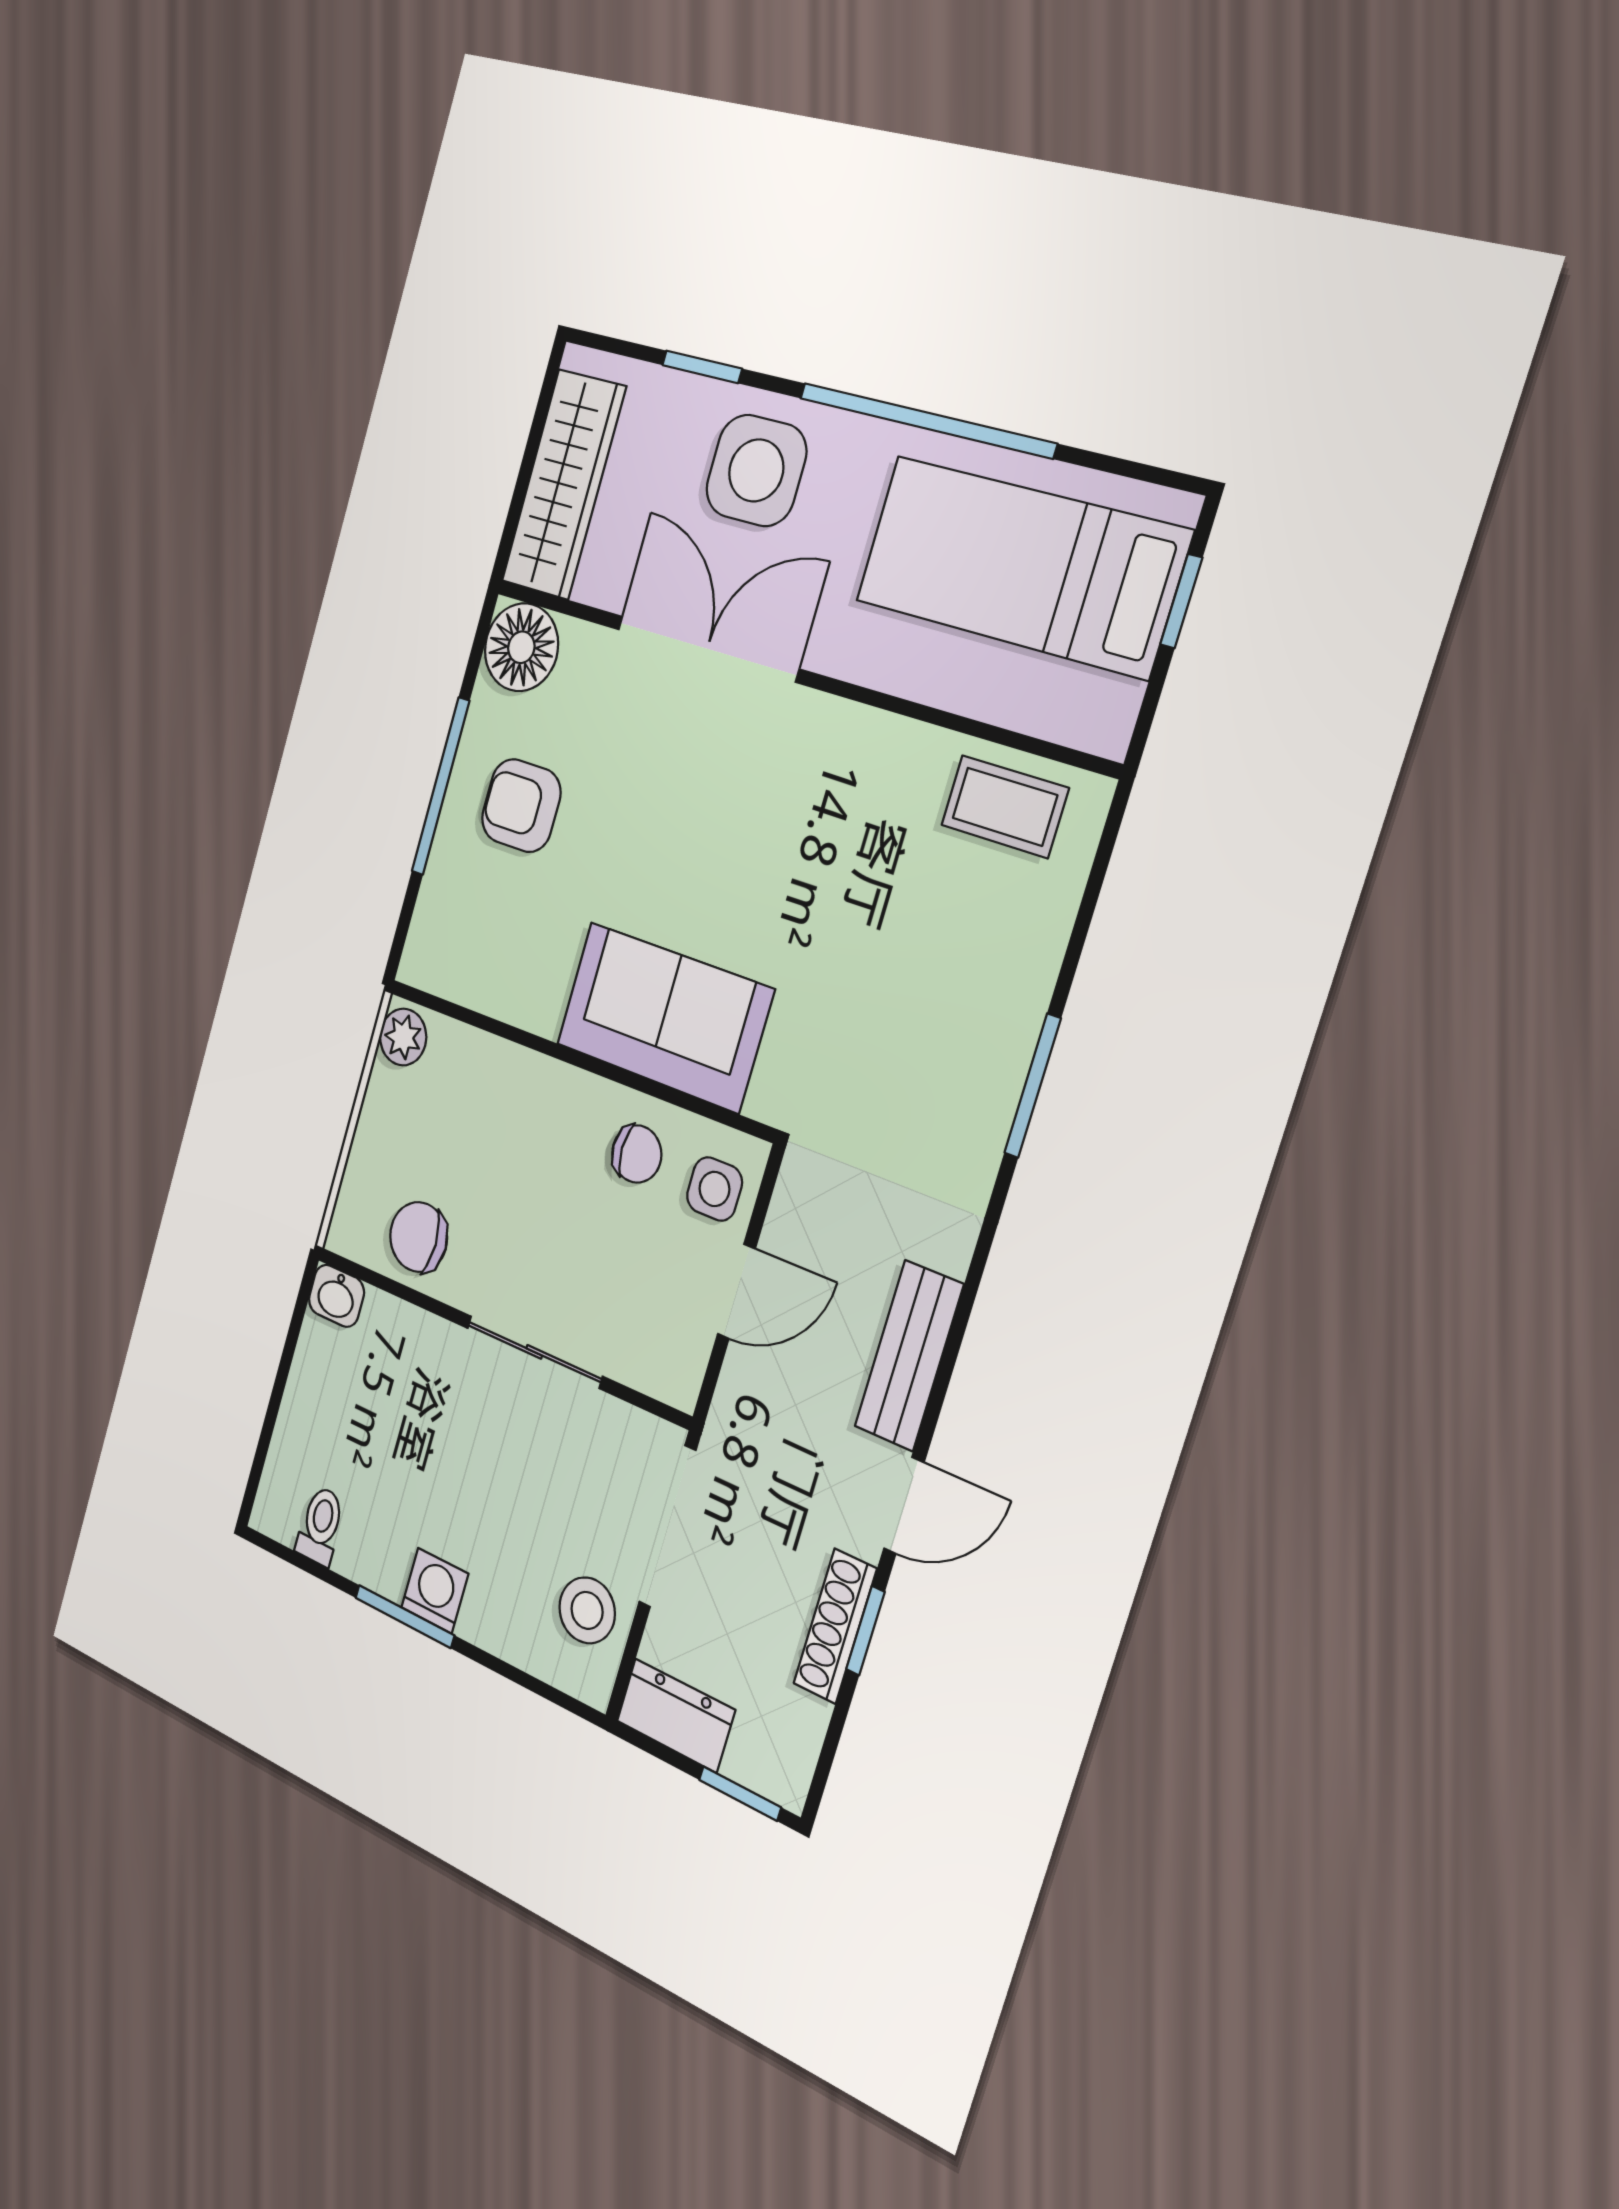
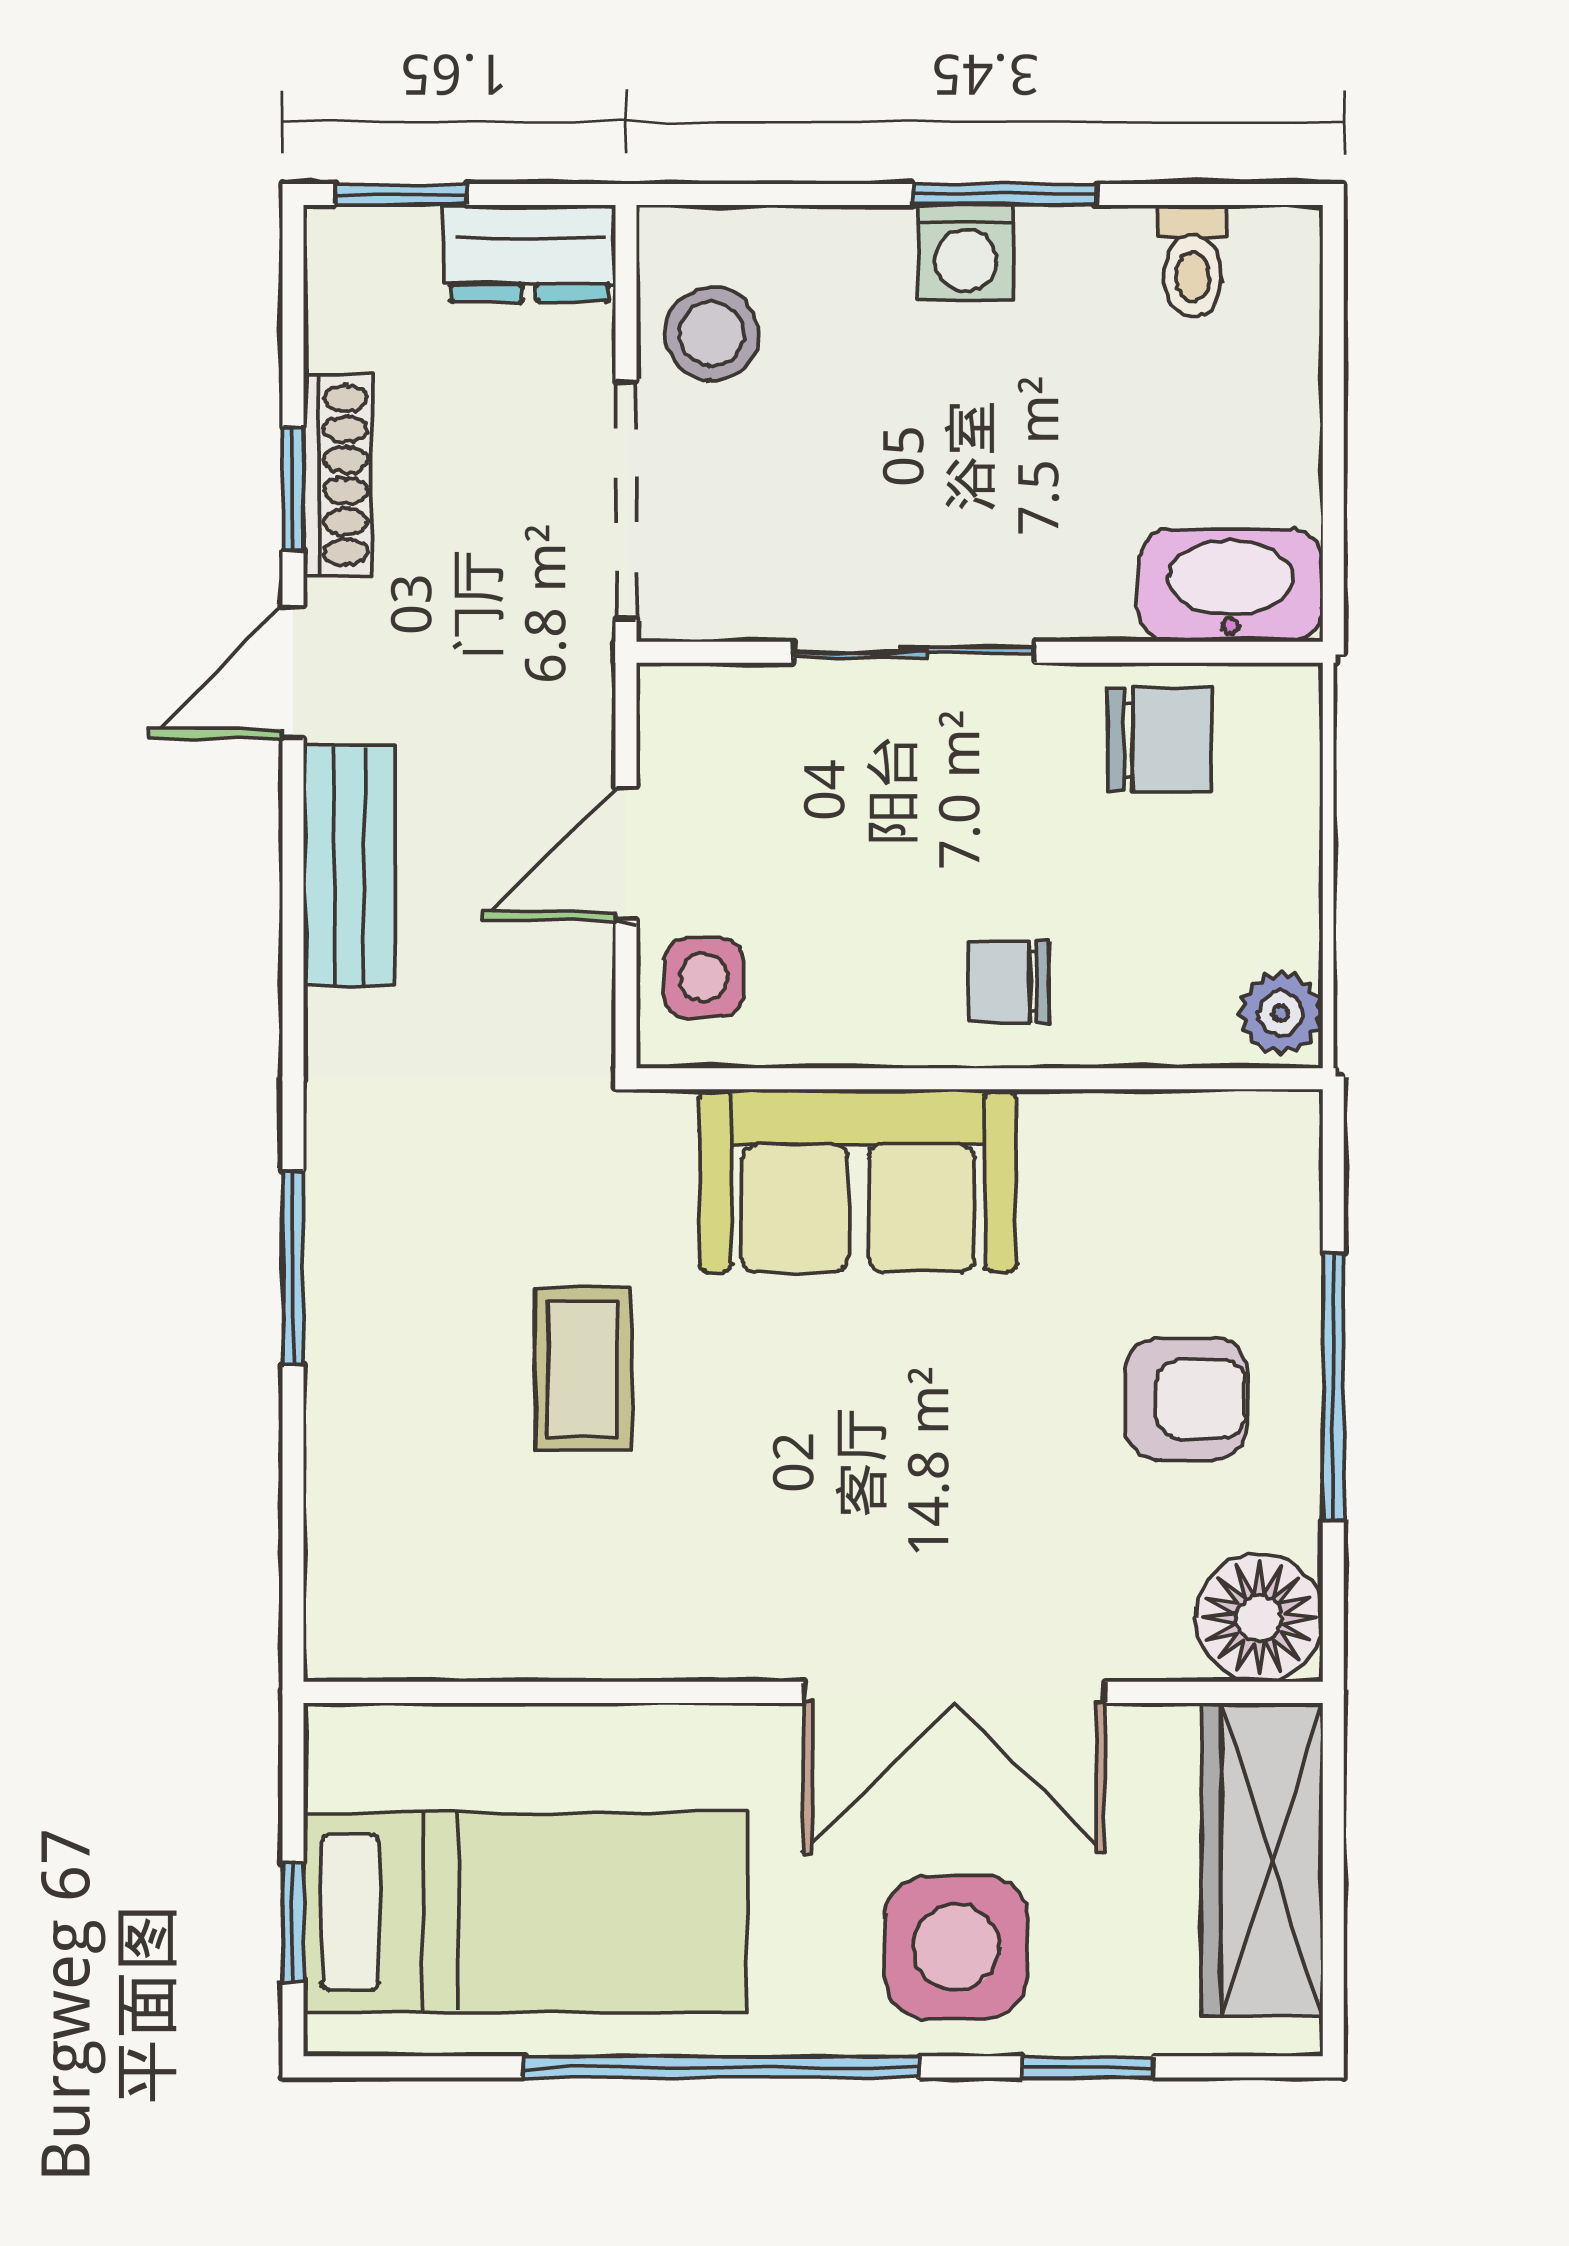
coffee table: (1005, 807) -> (583, 1369), moved, turned 90
chair: (637, 1154) -> (1009, 982), moved
washbasin: (336, 1296) -> (1231, 585), width x1.91, depth x1.45

